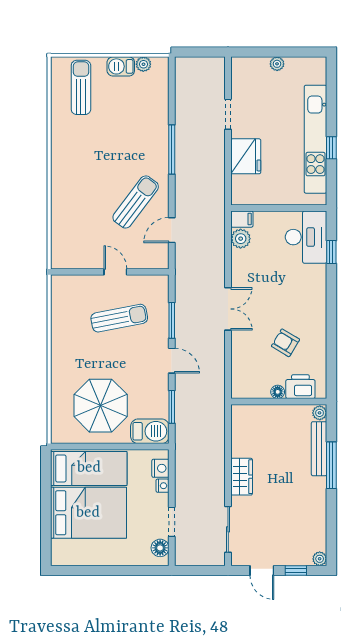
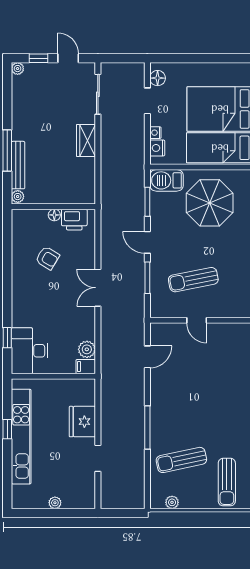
barbecue: (121, 66) -> (192, 500), removed
sun lounger: (136, 202) -> (181, 460), moved, turned 41
printer: (300, 387) -> (74, 220), moved

